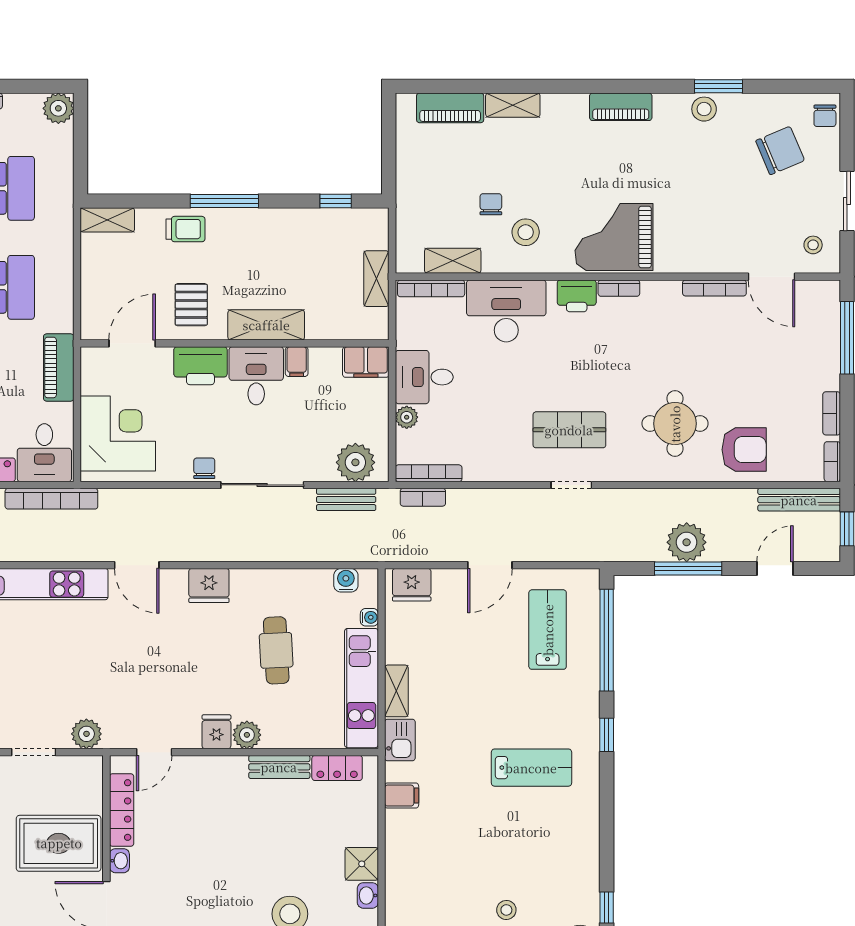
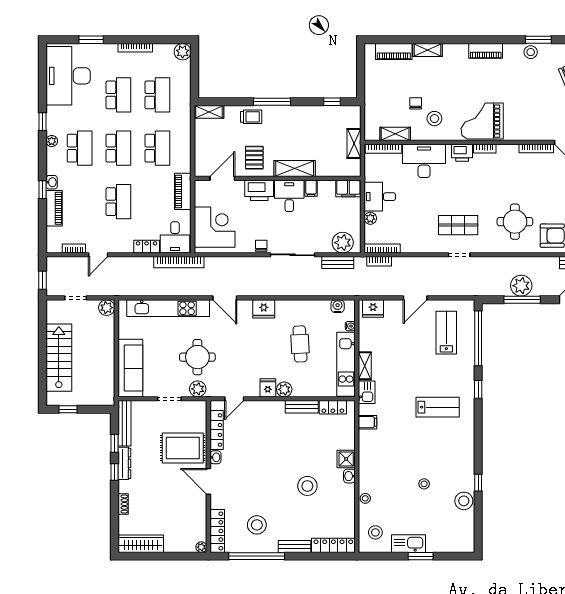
round table: (86, 675) -> (197, 357), added

